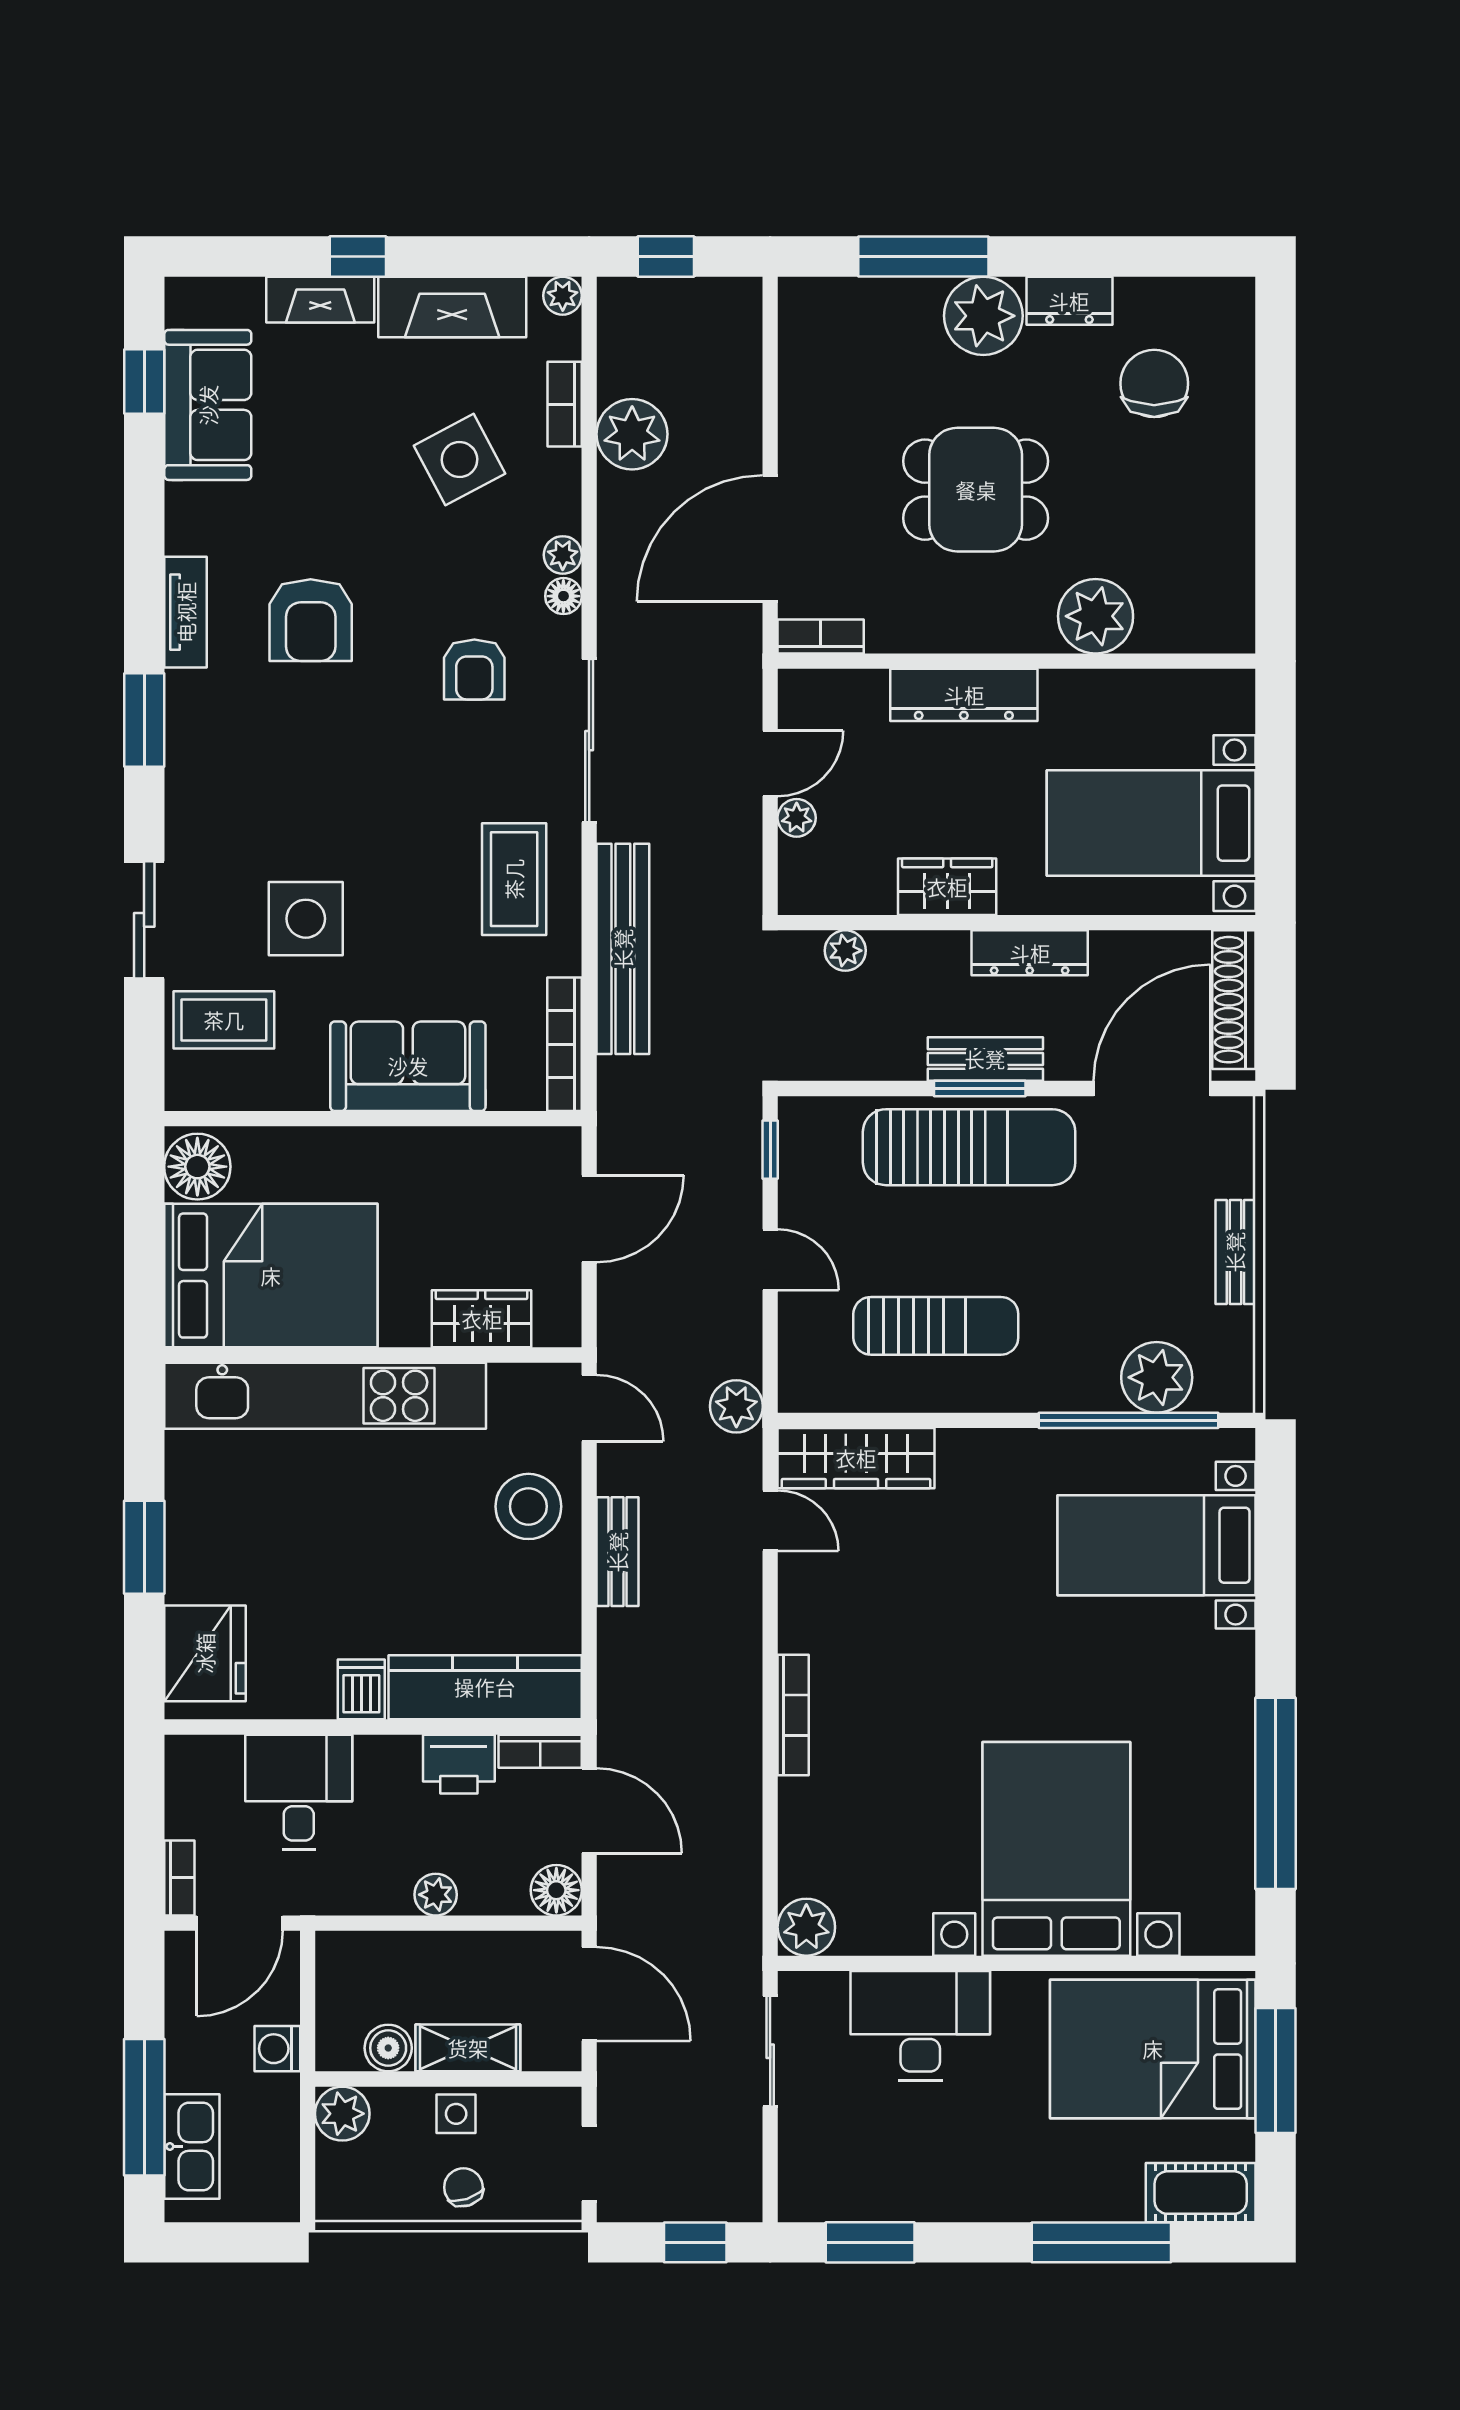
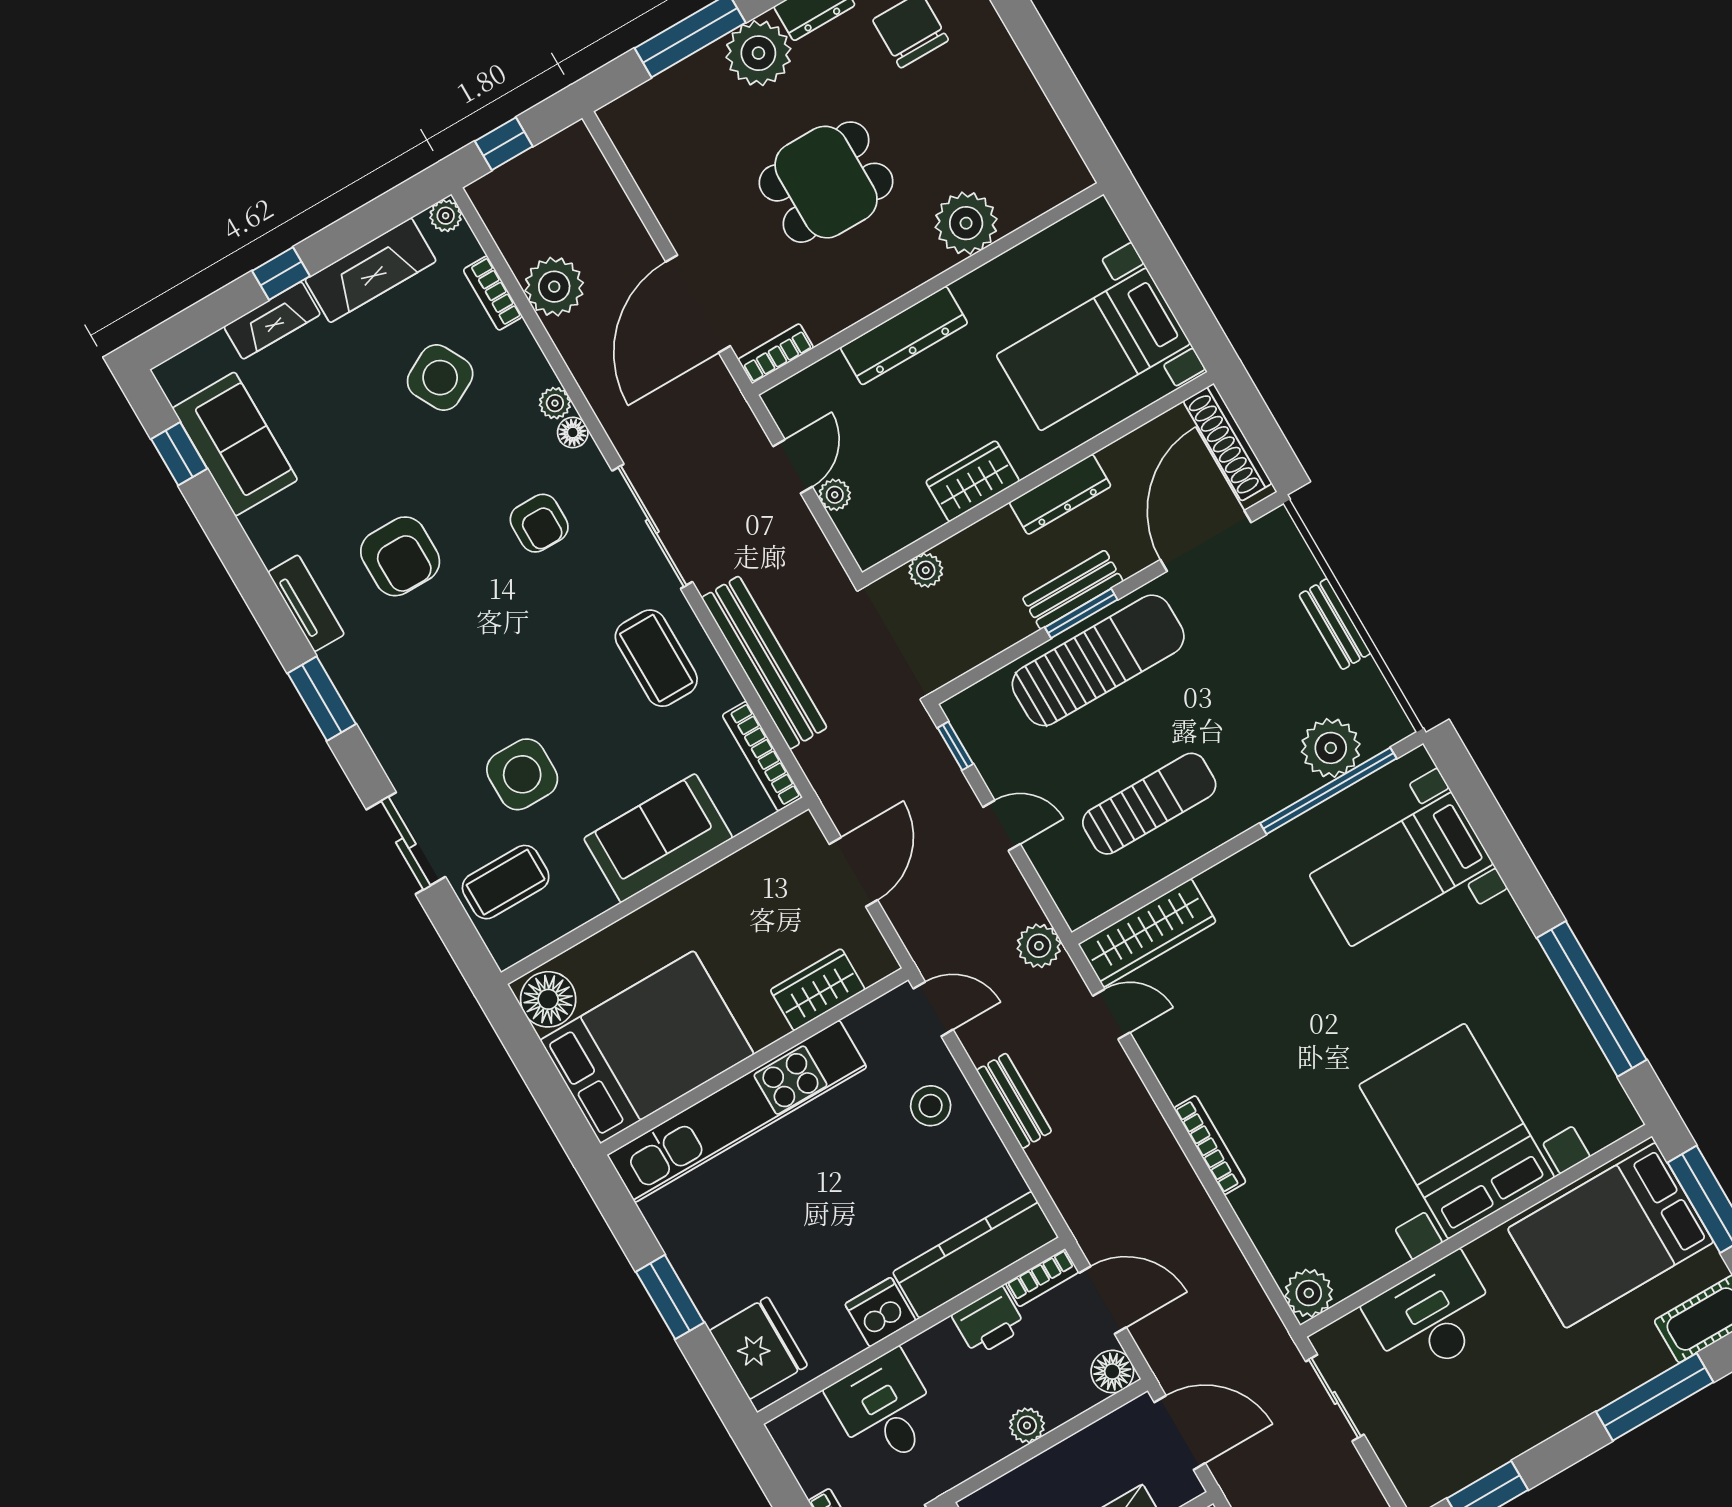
stool: (528, 1506) -> (931, 1106), width x0.73, depth x0.73
dishwasher: (361, 1689) -> (880, 1312), width x1.38

